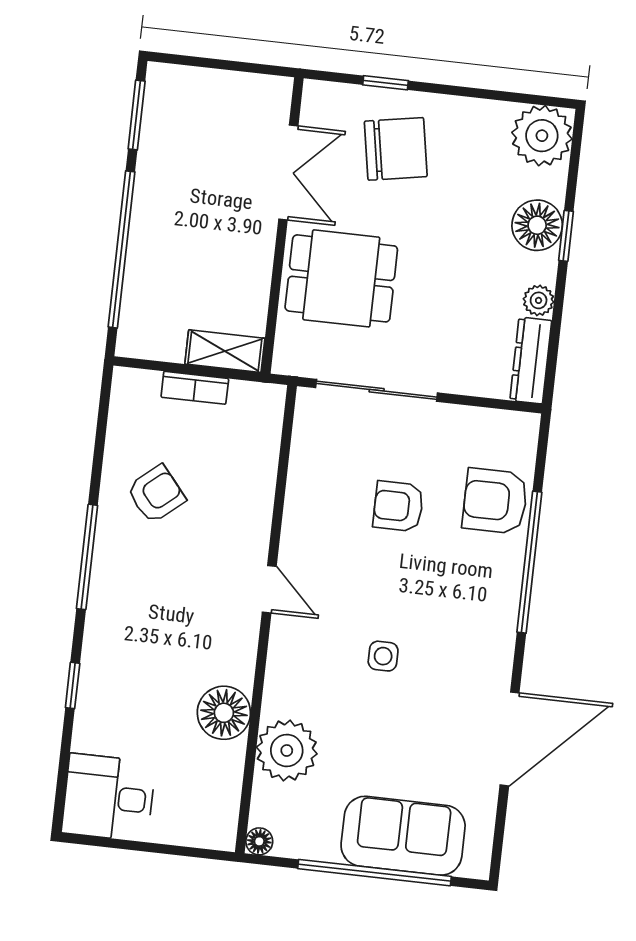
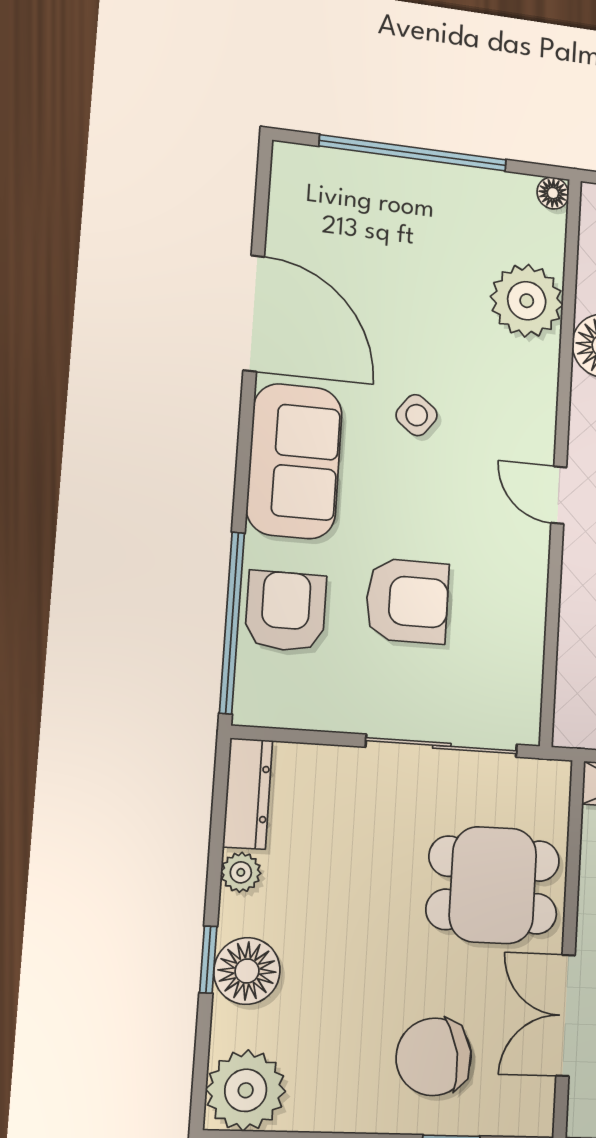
armchair: (495, 501) -> (286, 611), turned -90
armchair: (398, 506) -> (407, 601), width x1.38, depth x1.38
window: (529, 562) -> (232, 623), moved
side table: (383, 656) -> (417, 415), turned 37
door: (510, 739) -> (254, 313), swing flipped
sofa: (403, 836) -> (294, 461), moved, turned -90

